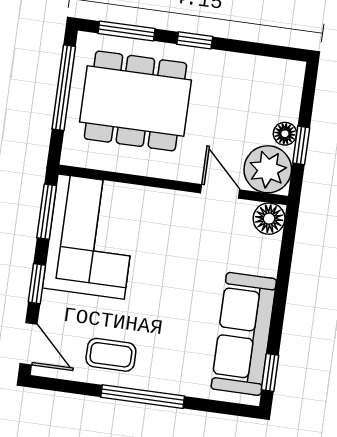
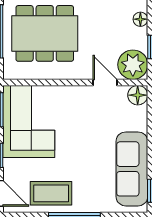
floor lamp: (285, 134) -> (140, 19), moved
coffee table: (111, 355) -> (51, 193), width x1.36, depth x1.30

